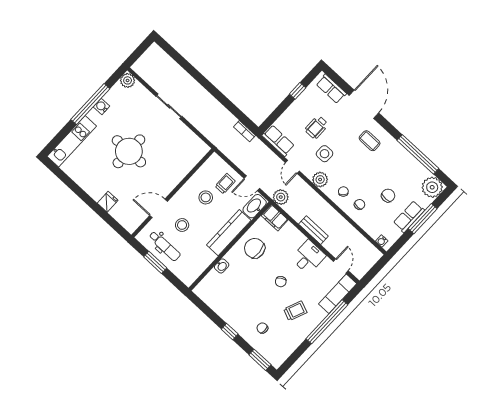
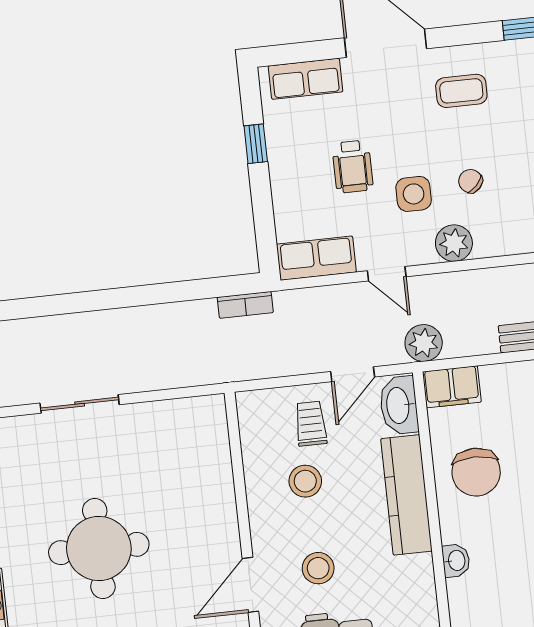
chair: (343, 191) -> (471, 181), moved
chair: (255, 248) -> (476, 472), turned -85

